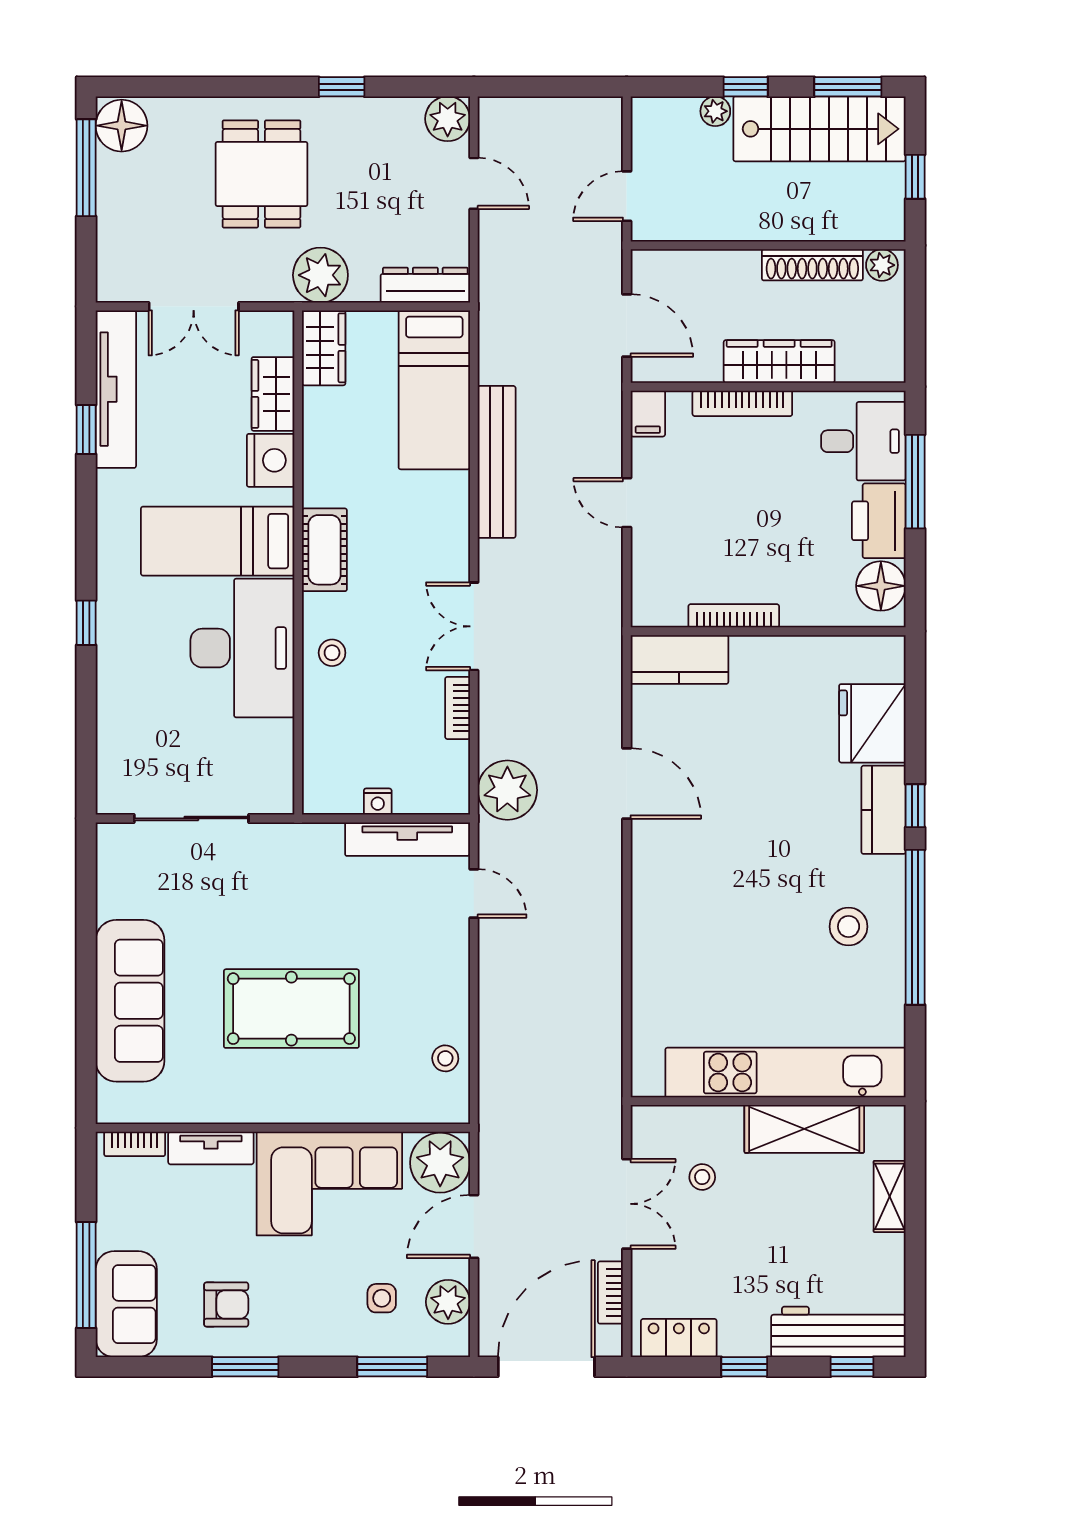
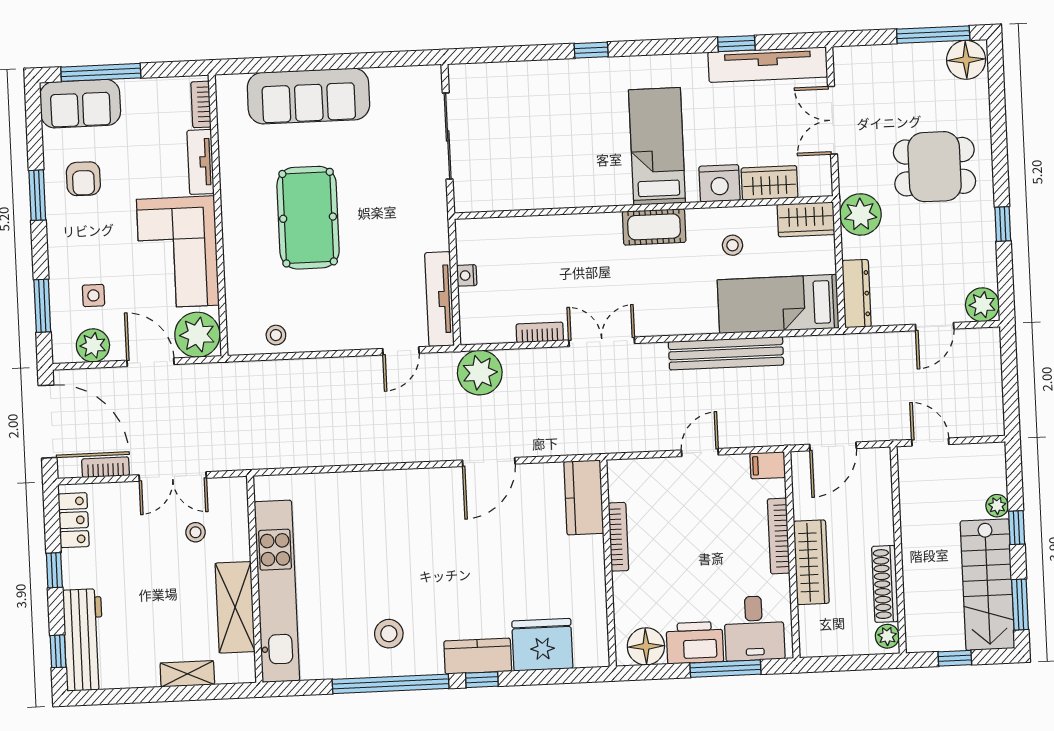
desk: (242, 648) -> (577, 169), removed
stool: (332, 653) -> (733, 245), moved

